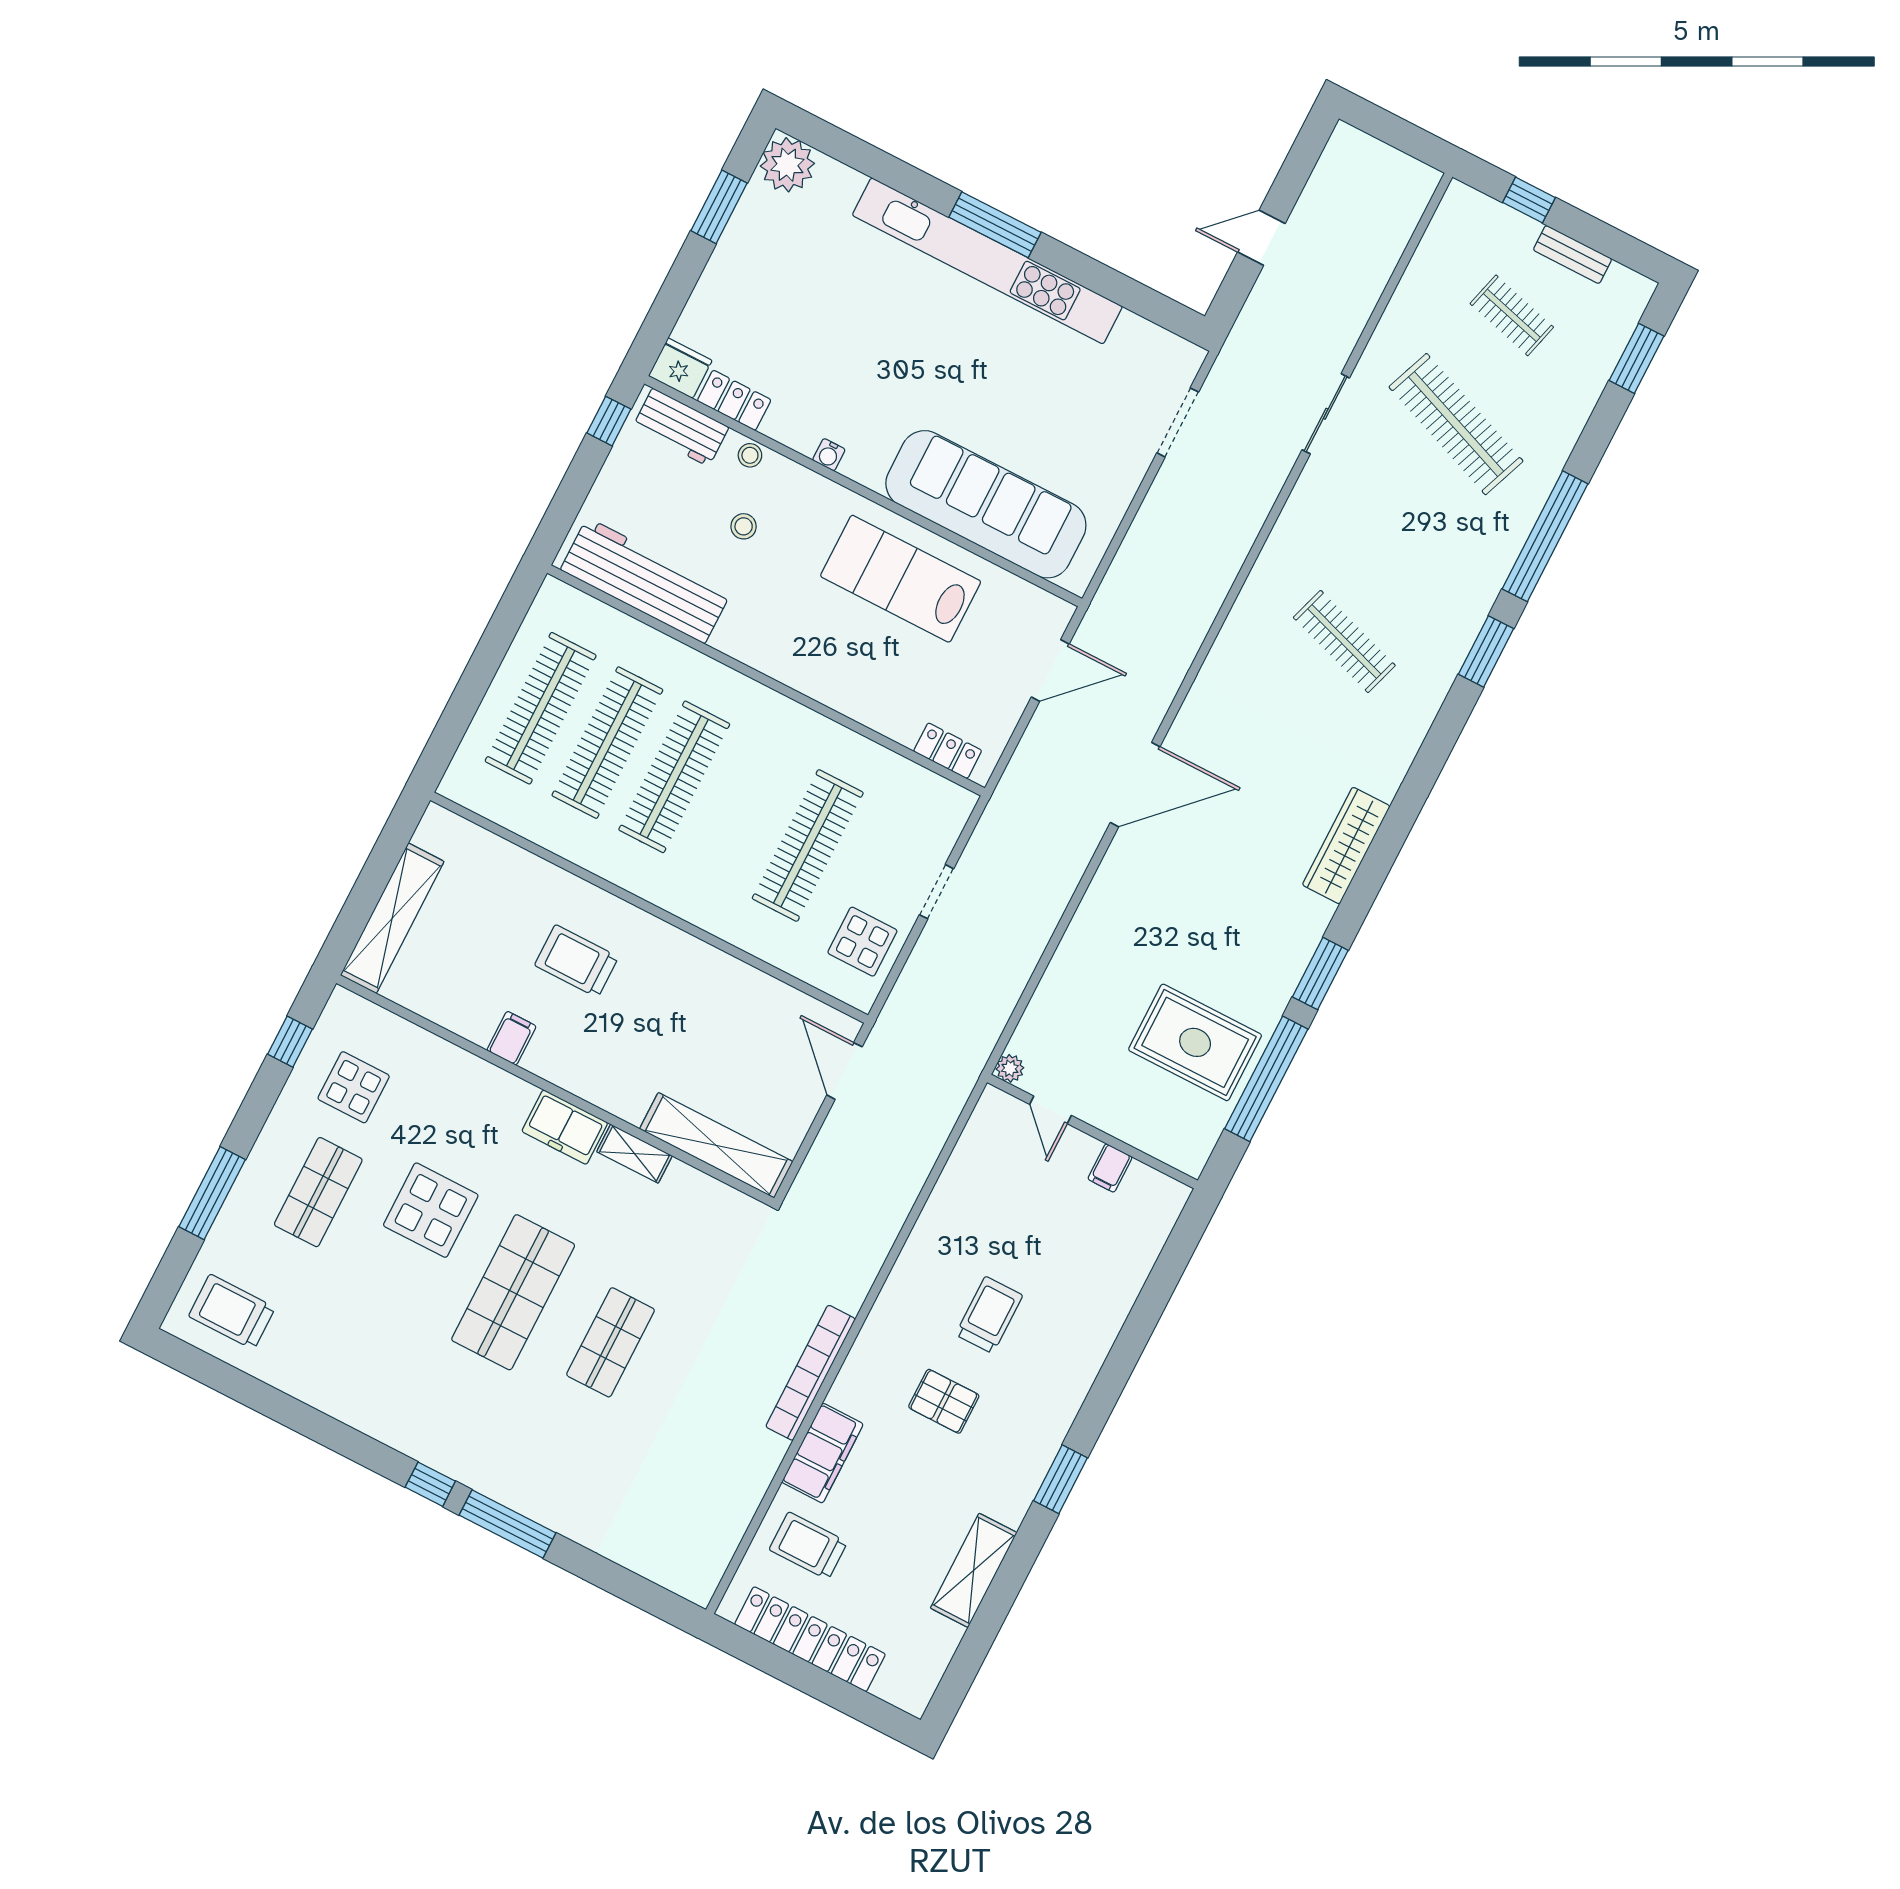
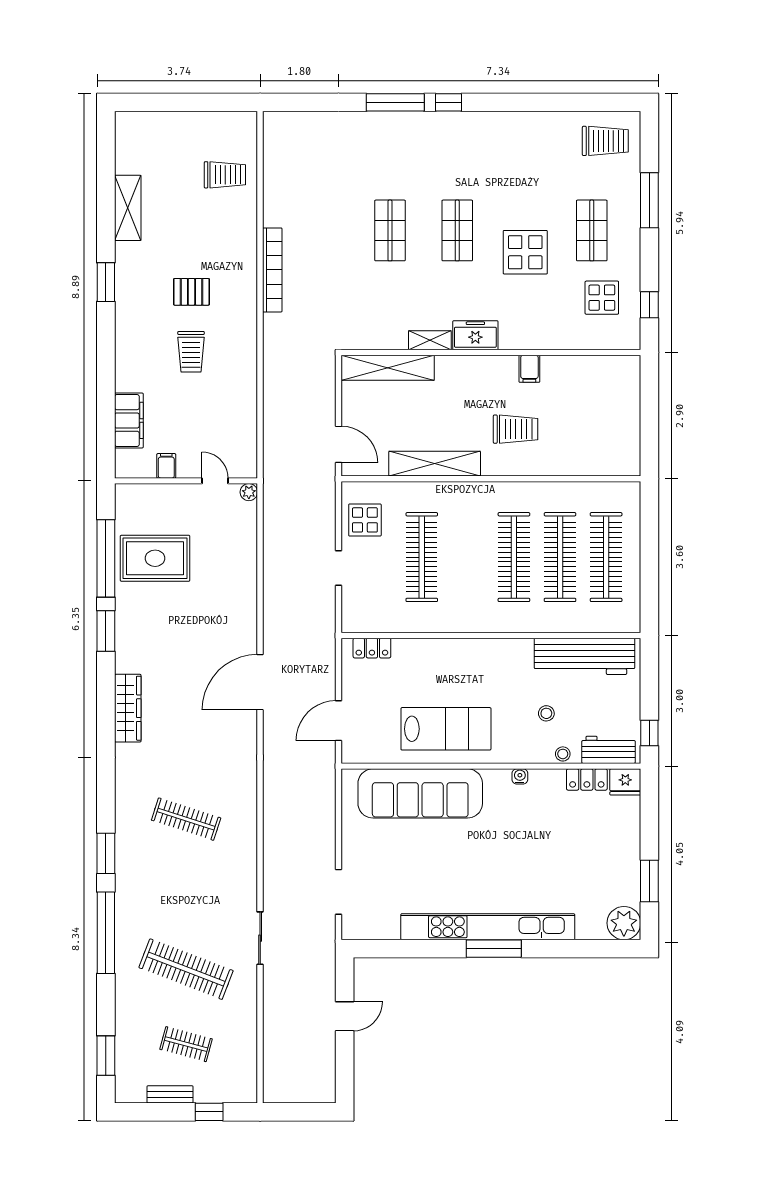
shelving: (392, 918) -> (435, 464), moved, turned 90
shop shelf: (513, 1292) -> (457, 230), width x0.70, depth x0.74
filing cabinet: (823, 1453) -> (129, 420), moved, turned 180
locker: (810, 1639) -> (198, 124), removed

